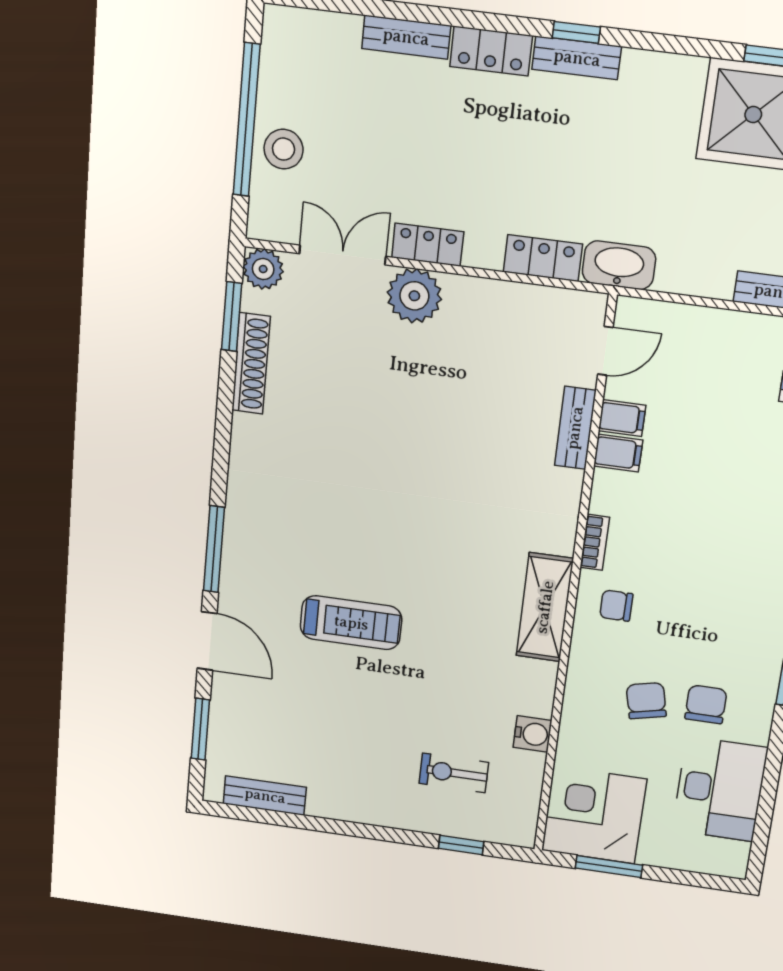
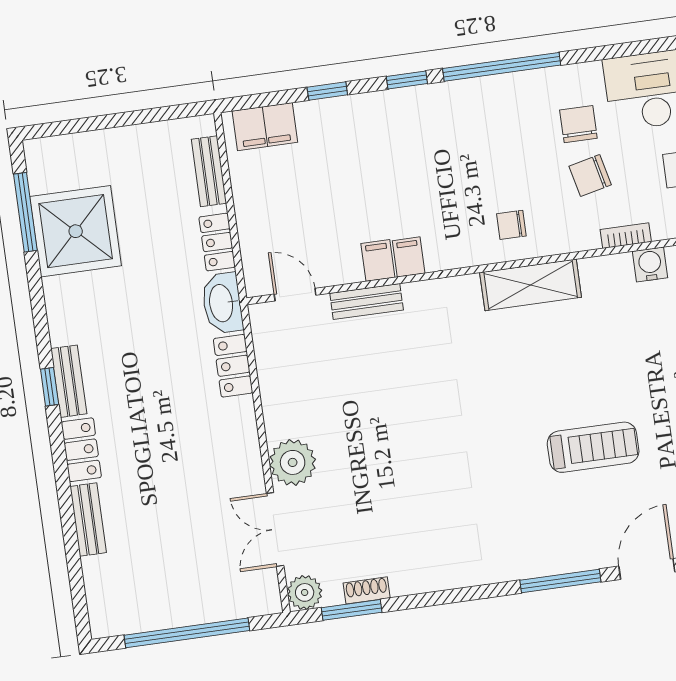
stool: (284, 149) -> (202, 598), removed
locker: (428, 245) -> (217, 242), moved
shoe rack: (251, 363) -> (367, 590), width x0.51, depth x0.81
filing cabinet: (622, 418) -> (409, 257), moved
bookcase: (595, 542) -> (626, 236), moved
chair: (616, 606) -> (511, 225), turned 90
treadmill: (351, 623) -> (593, 447), turned 90
chair: (706, 704) -> (578, 124), turned 90

